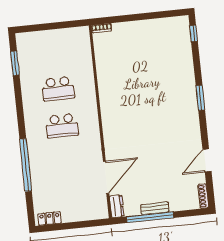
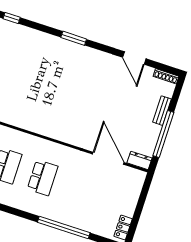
bench: (155, 208) -> (162, 111), moved

